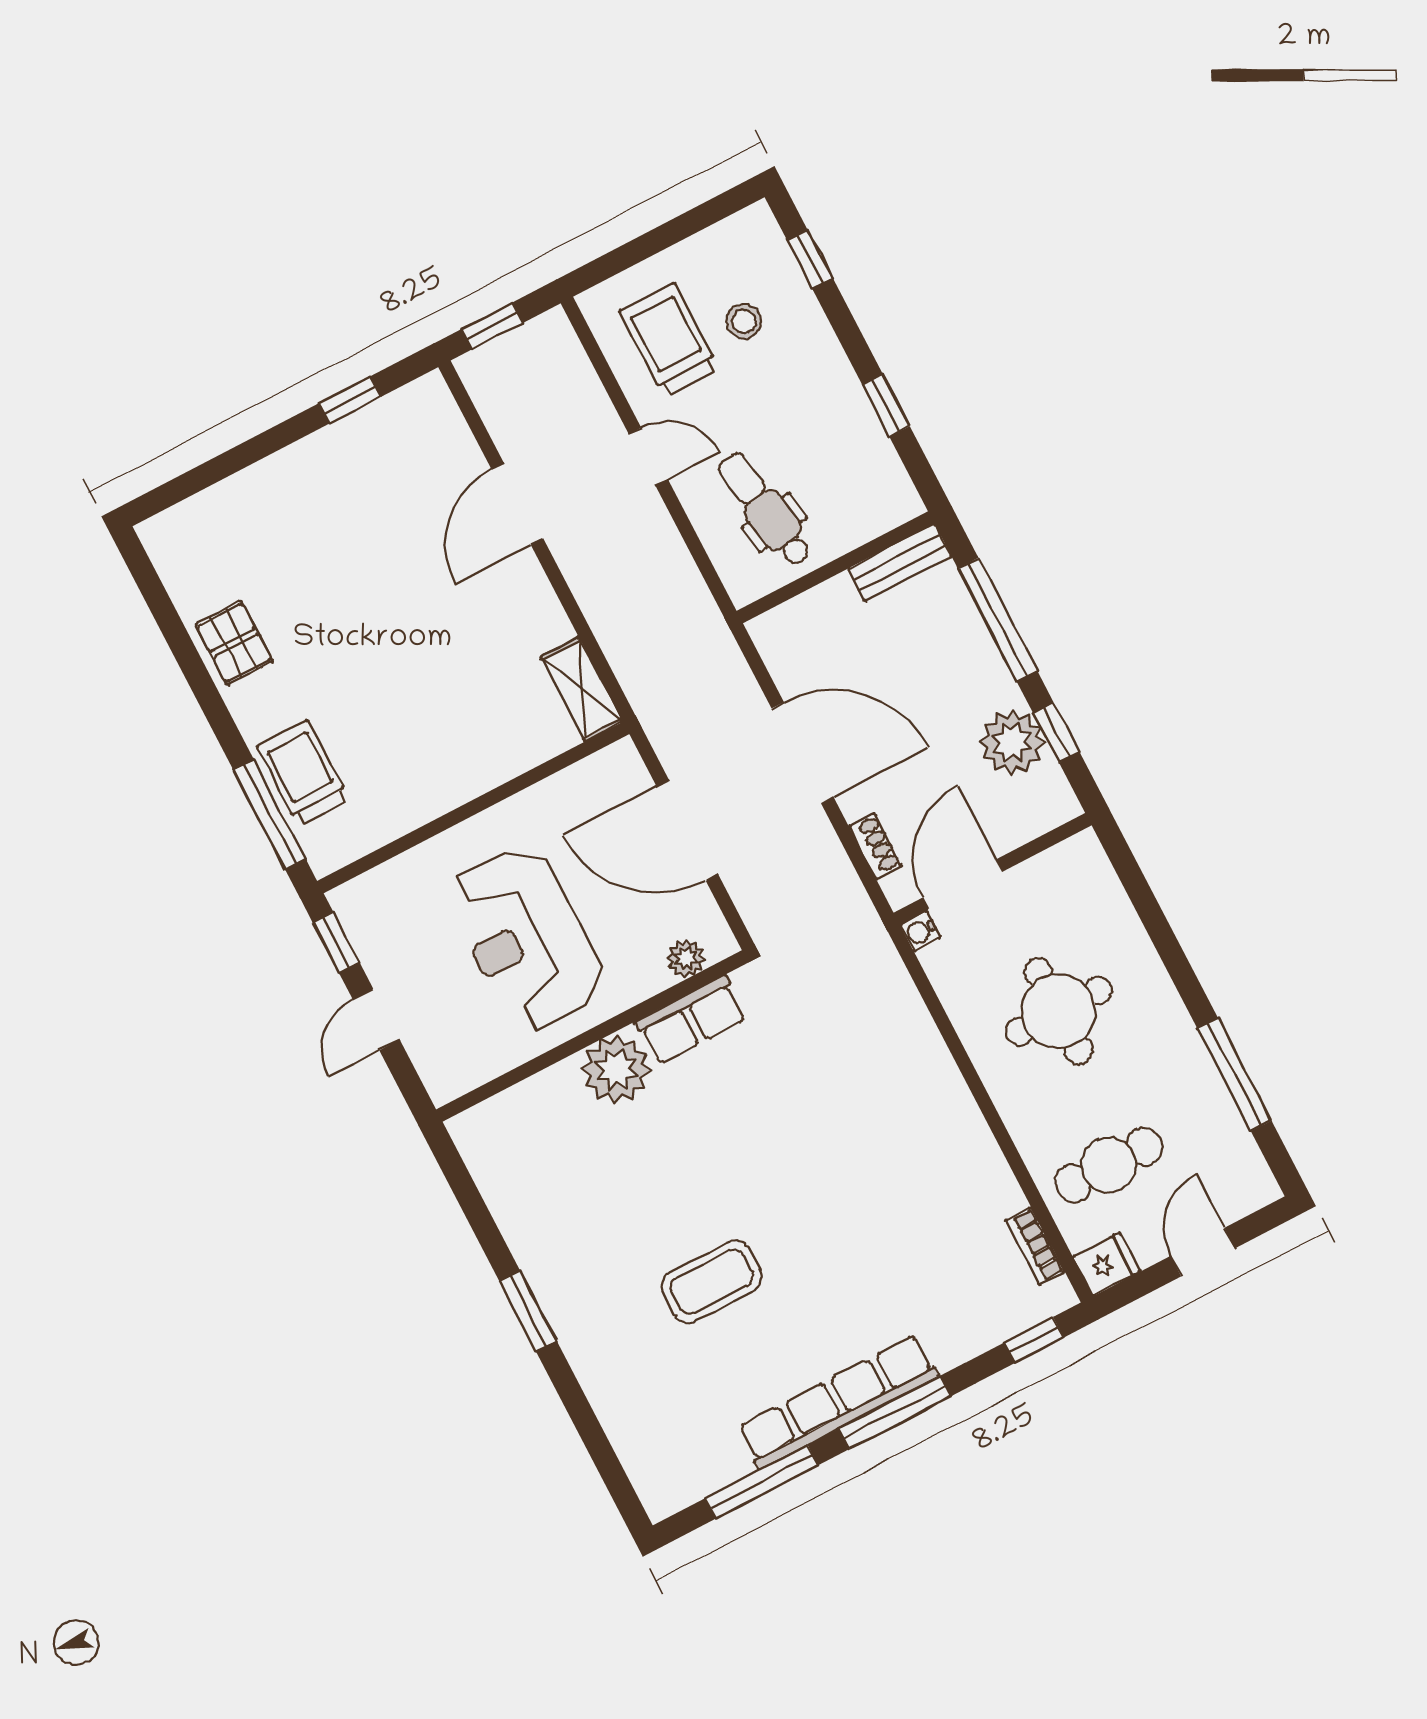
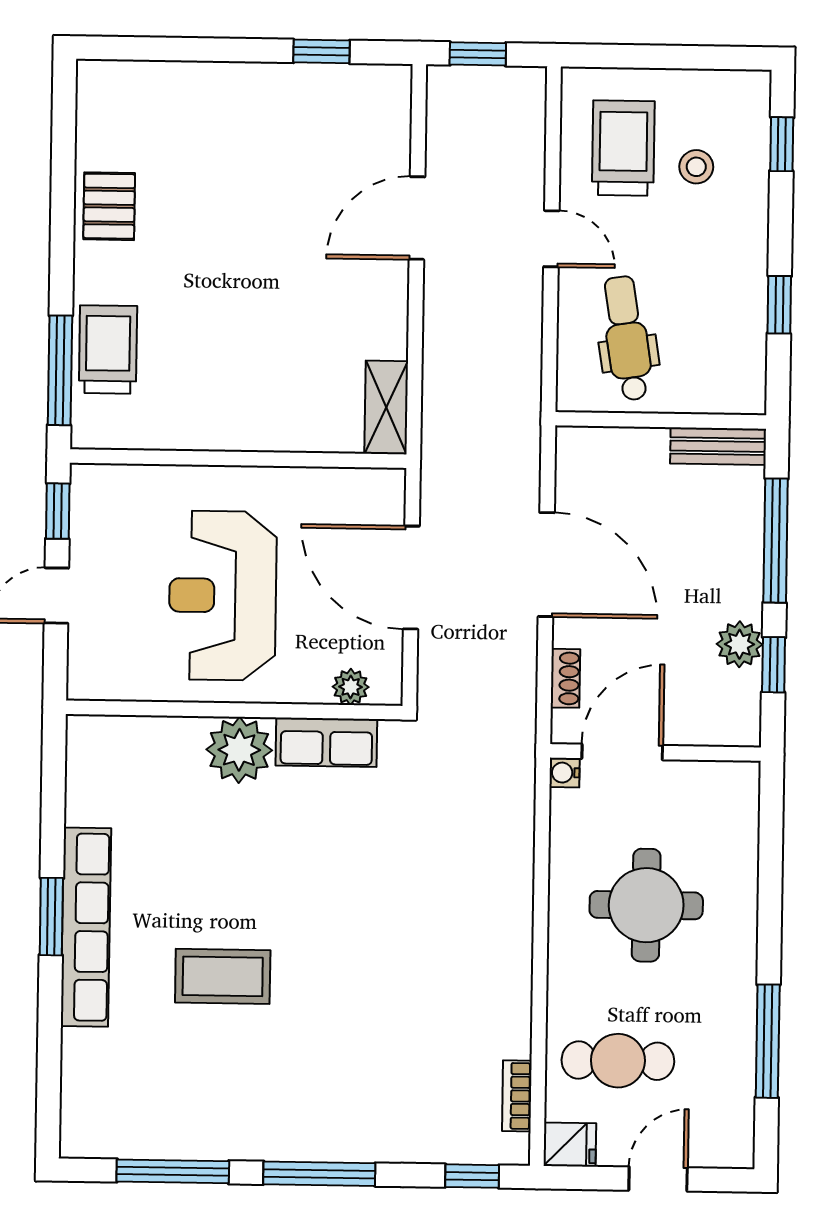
plant: (1012, 742) -> (740, 644), width x0.73, depth x0.73
row of seats: (838, 1402) -> (86, 927), moved, turned 90

